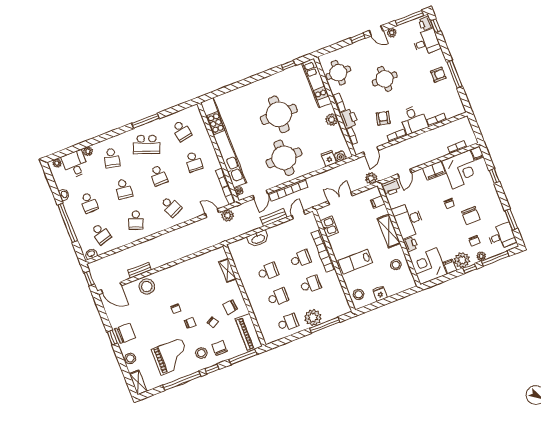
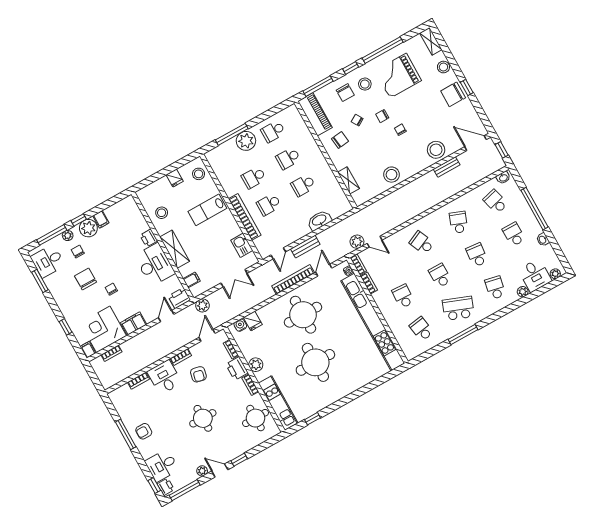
lab bench: (355, 262) -> (207, 210), turned 180
corner desk: (428, 266) -> (125, 216), removed
stool: (189, 270) -> (391, 175), added

